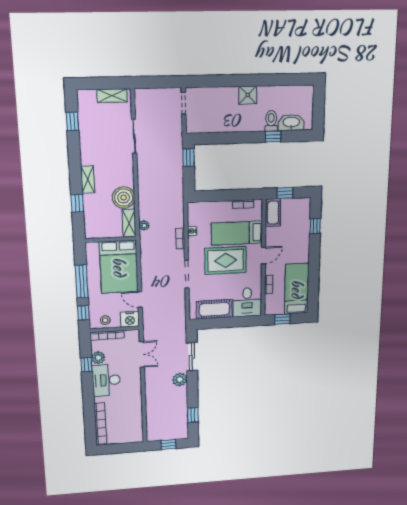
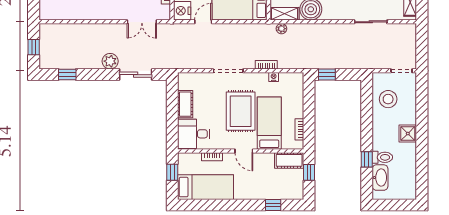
stool: (213, 116) -> (388, 99), added
window: (189, 158) -> (327, 75), moved
cot: (214, 309) -> (185, 104), width x0.73, depth x0.75

